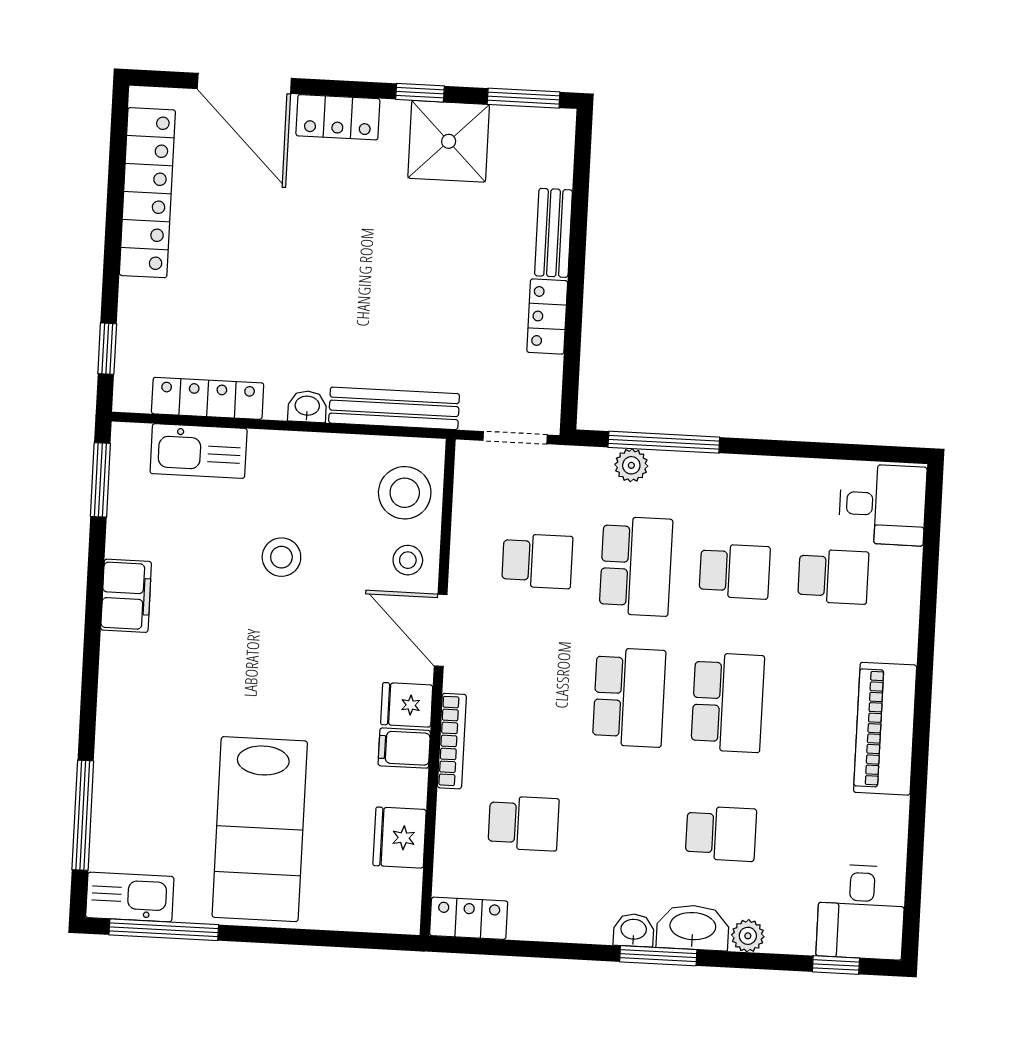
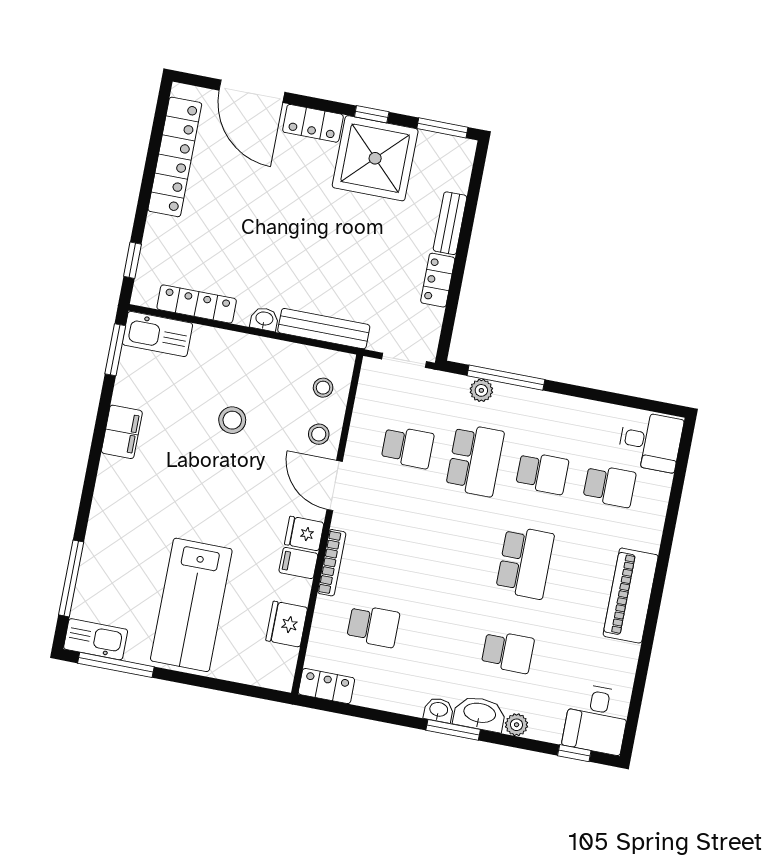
shower: (449, 141) -> (375, 158), width x1.37, depth x1.37
kitchen sink: (199, 451) -> (157, 334), moved
stool: (405, 493) -> (323, 388), width x0.53, depth x0.53
school desk: (629, 697) -> (458, 550), removed

